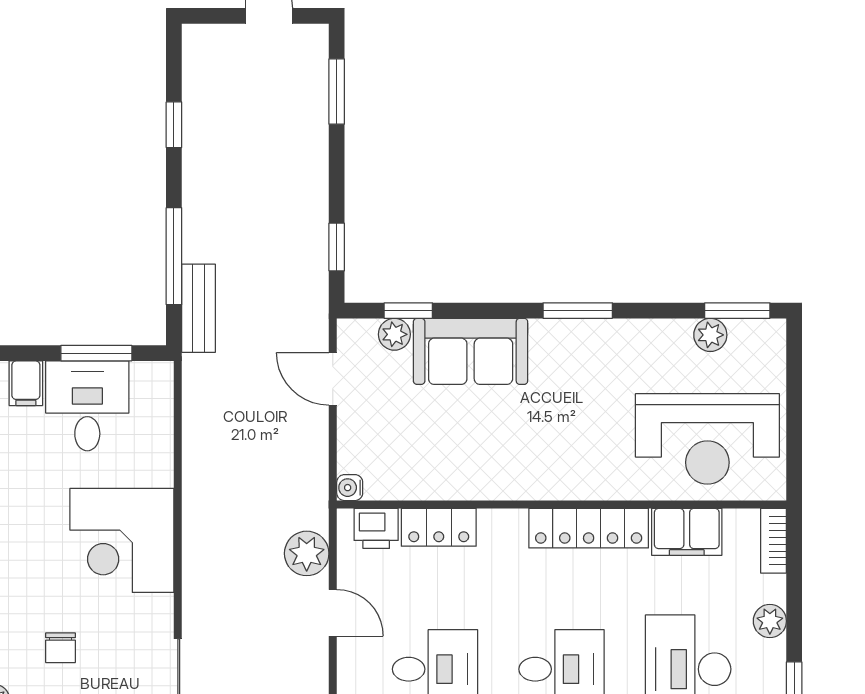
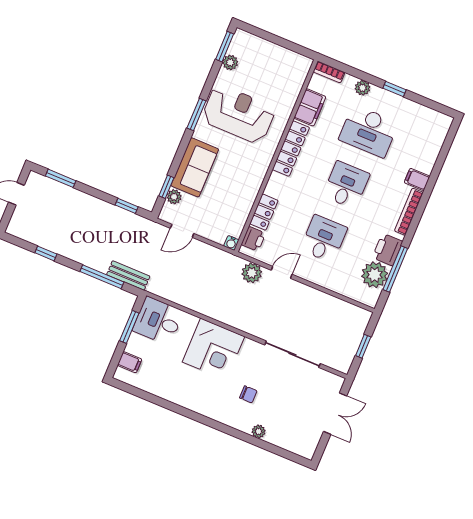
desk: (87, 406) -> (158, 321), moved
reception desk: (707, 439) -> (239, 114), moved, turned -90

